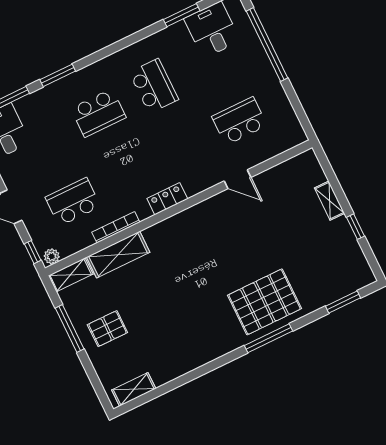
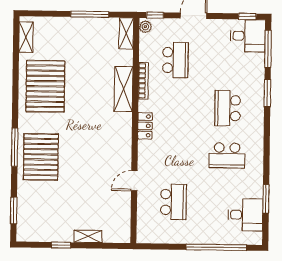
shelving: (118, 255) -> (123, 89), moved
pallet: (107, 329) -> (45, 86), moved, width x2.05, depth x2.00

